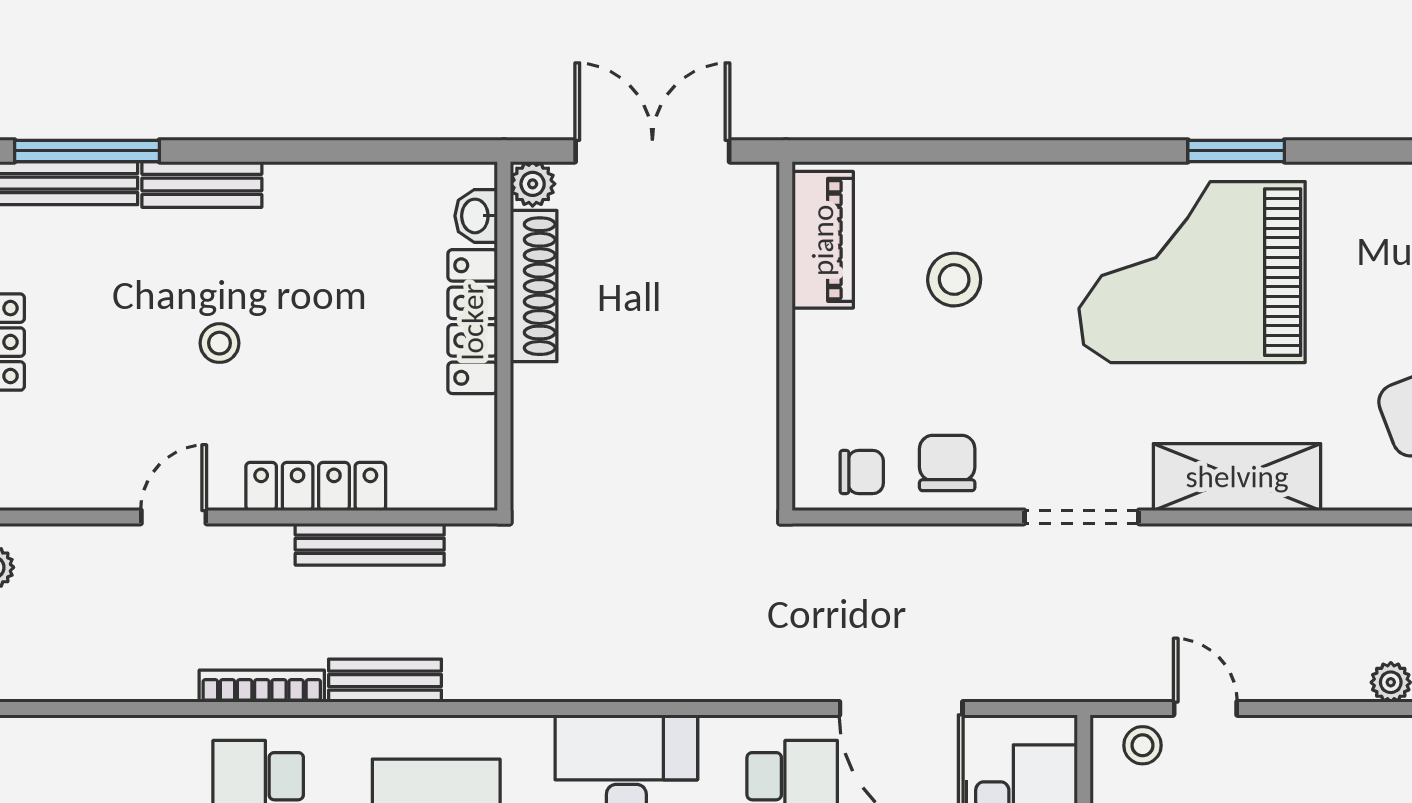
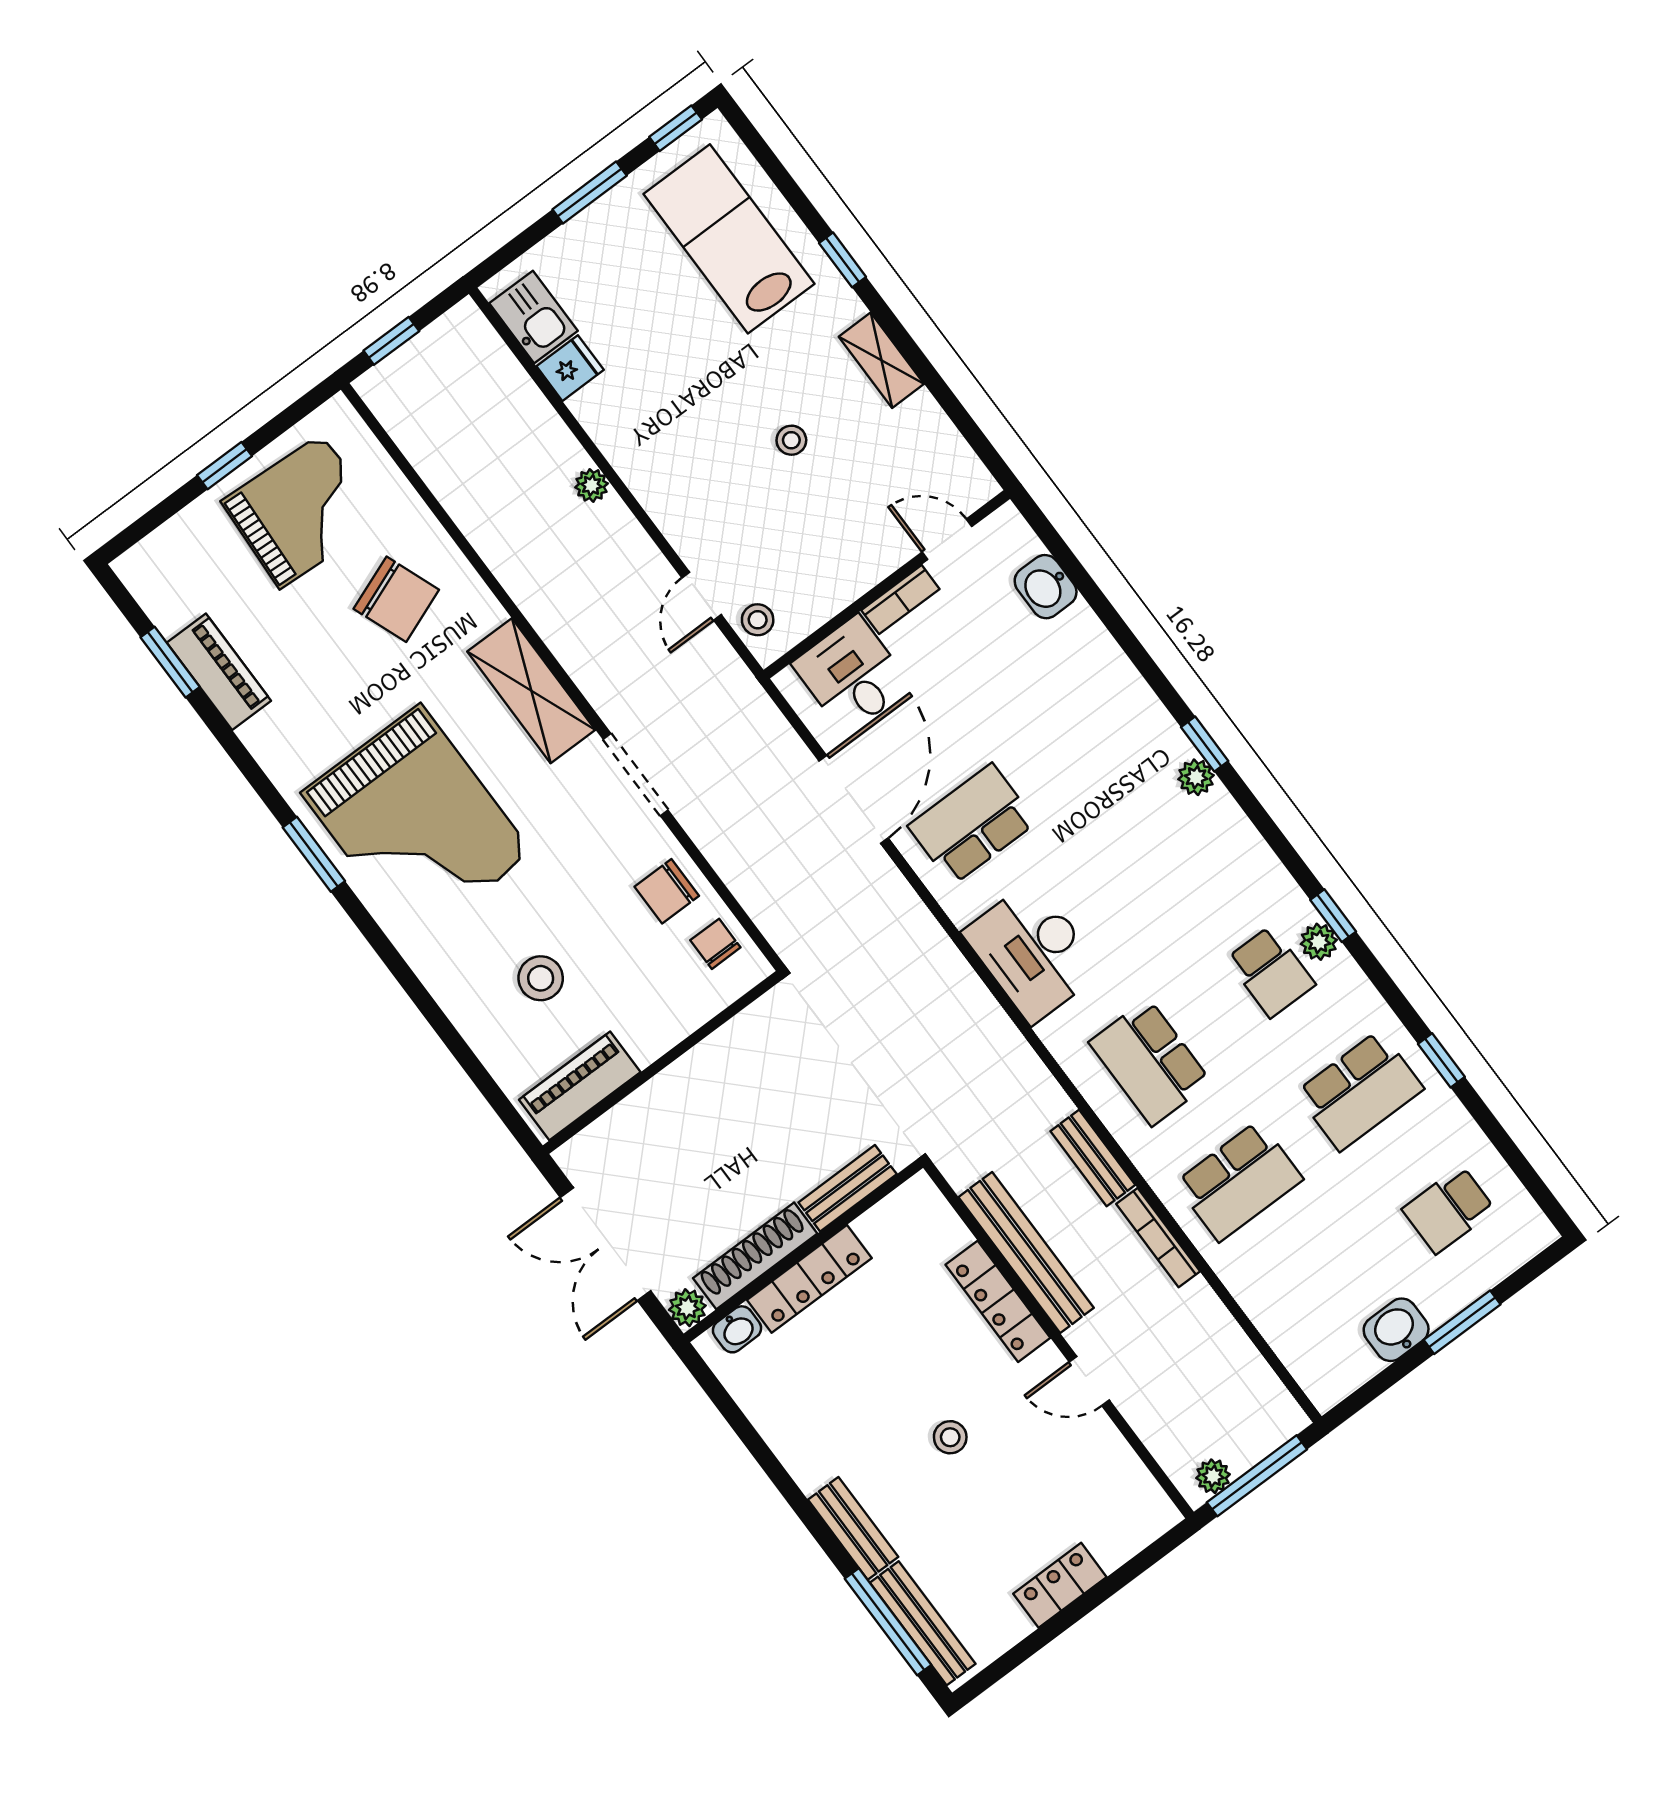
bench: (532, 423) -> (848, 1188), added
bench: (370, 544) -> (1026, 1252), width x1.37, depth x1.21

